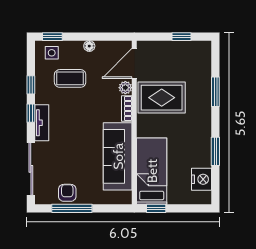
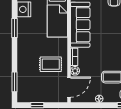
window: (215, 92) -> (15, 82), moved
rug: (162, 98) -> (51, 64), width x0.73, depth x0.70

